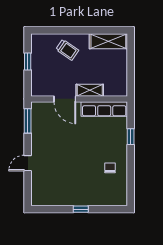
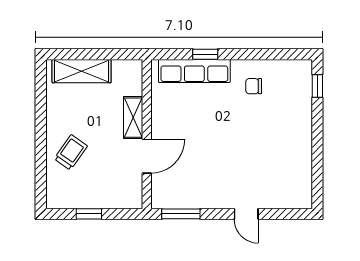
shelving: (108, 41) -> (82, 71), moved, turned 90
row of seats: (104, 109) -> (194, 71), moved, turned 90
window: (81, 209) -> (317, 86), moved

